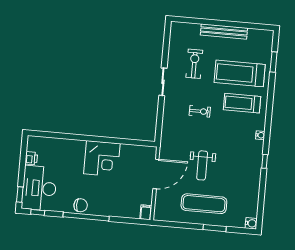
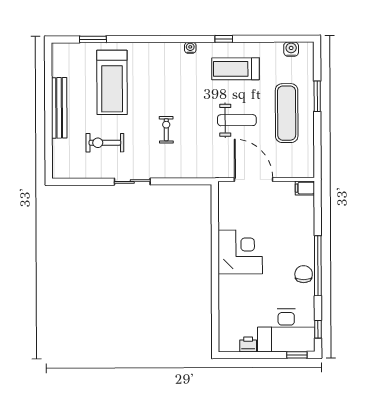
treadmill: (242, 103) -> (235, 69), moved, turned 90
water cooler: (251, 223) -> (291, 49), moved

